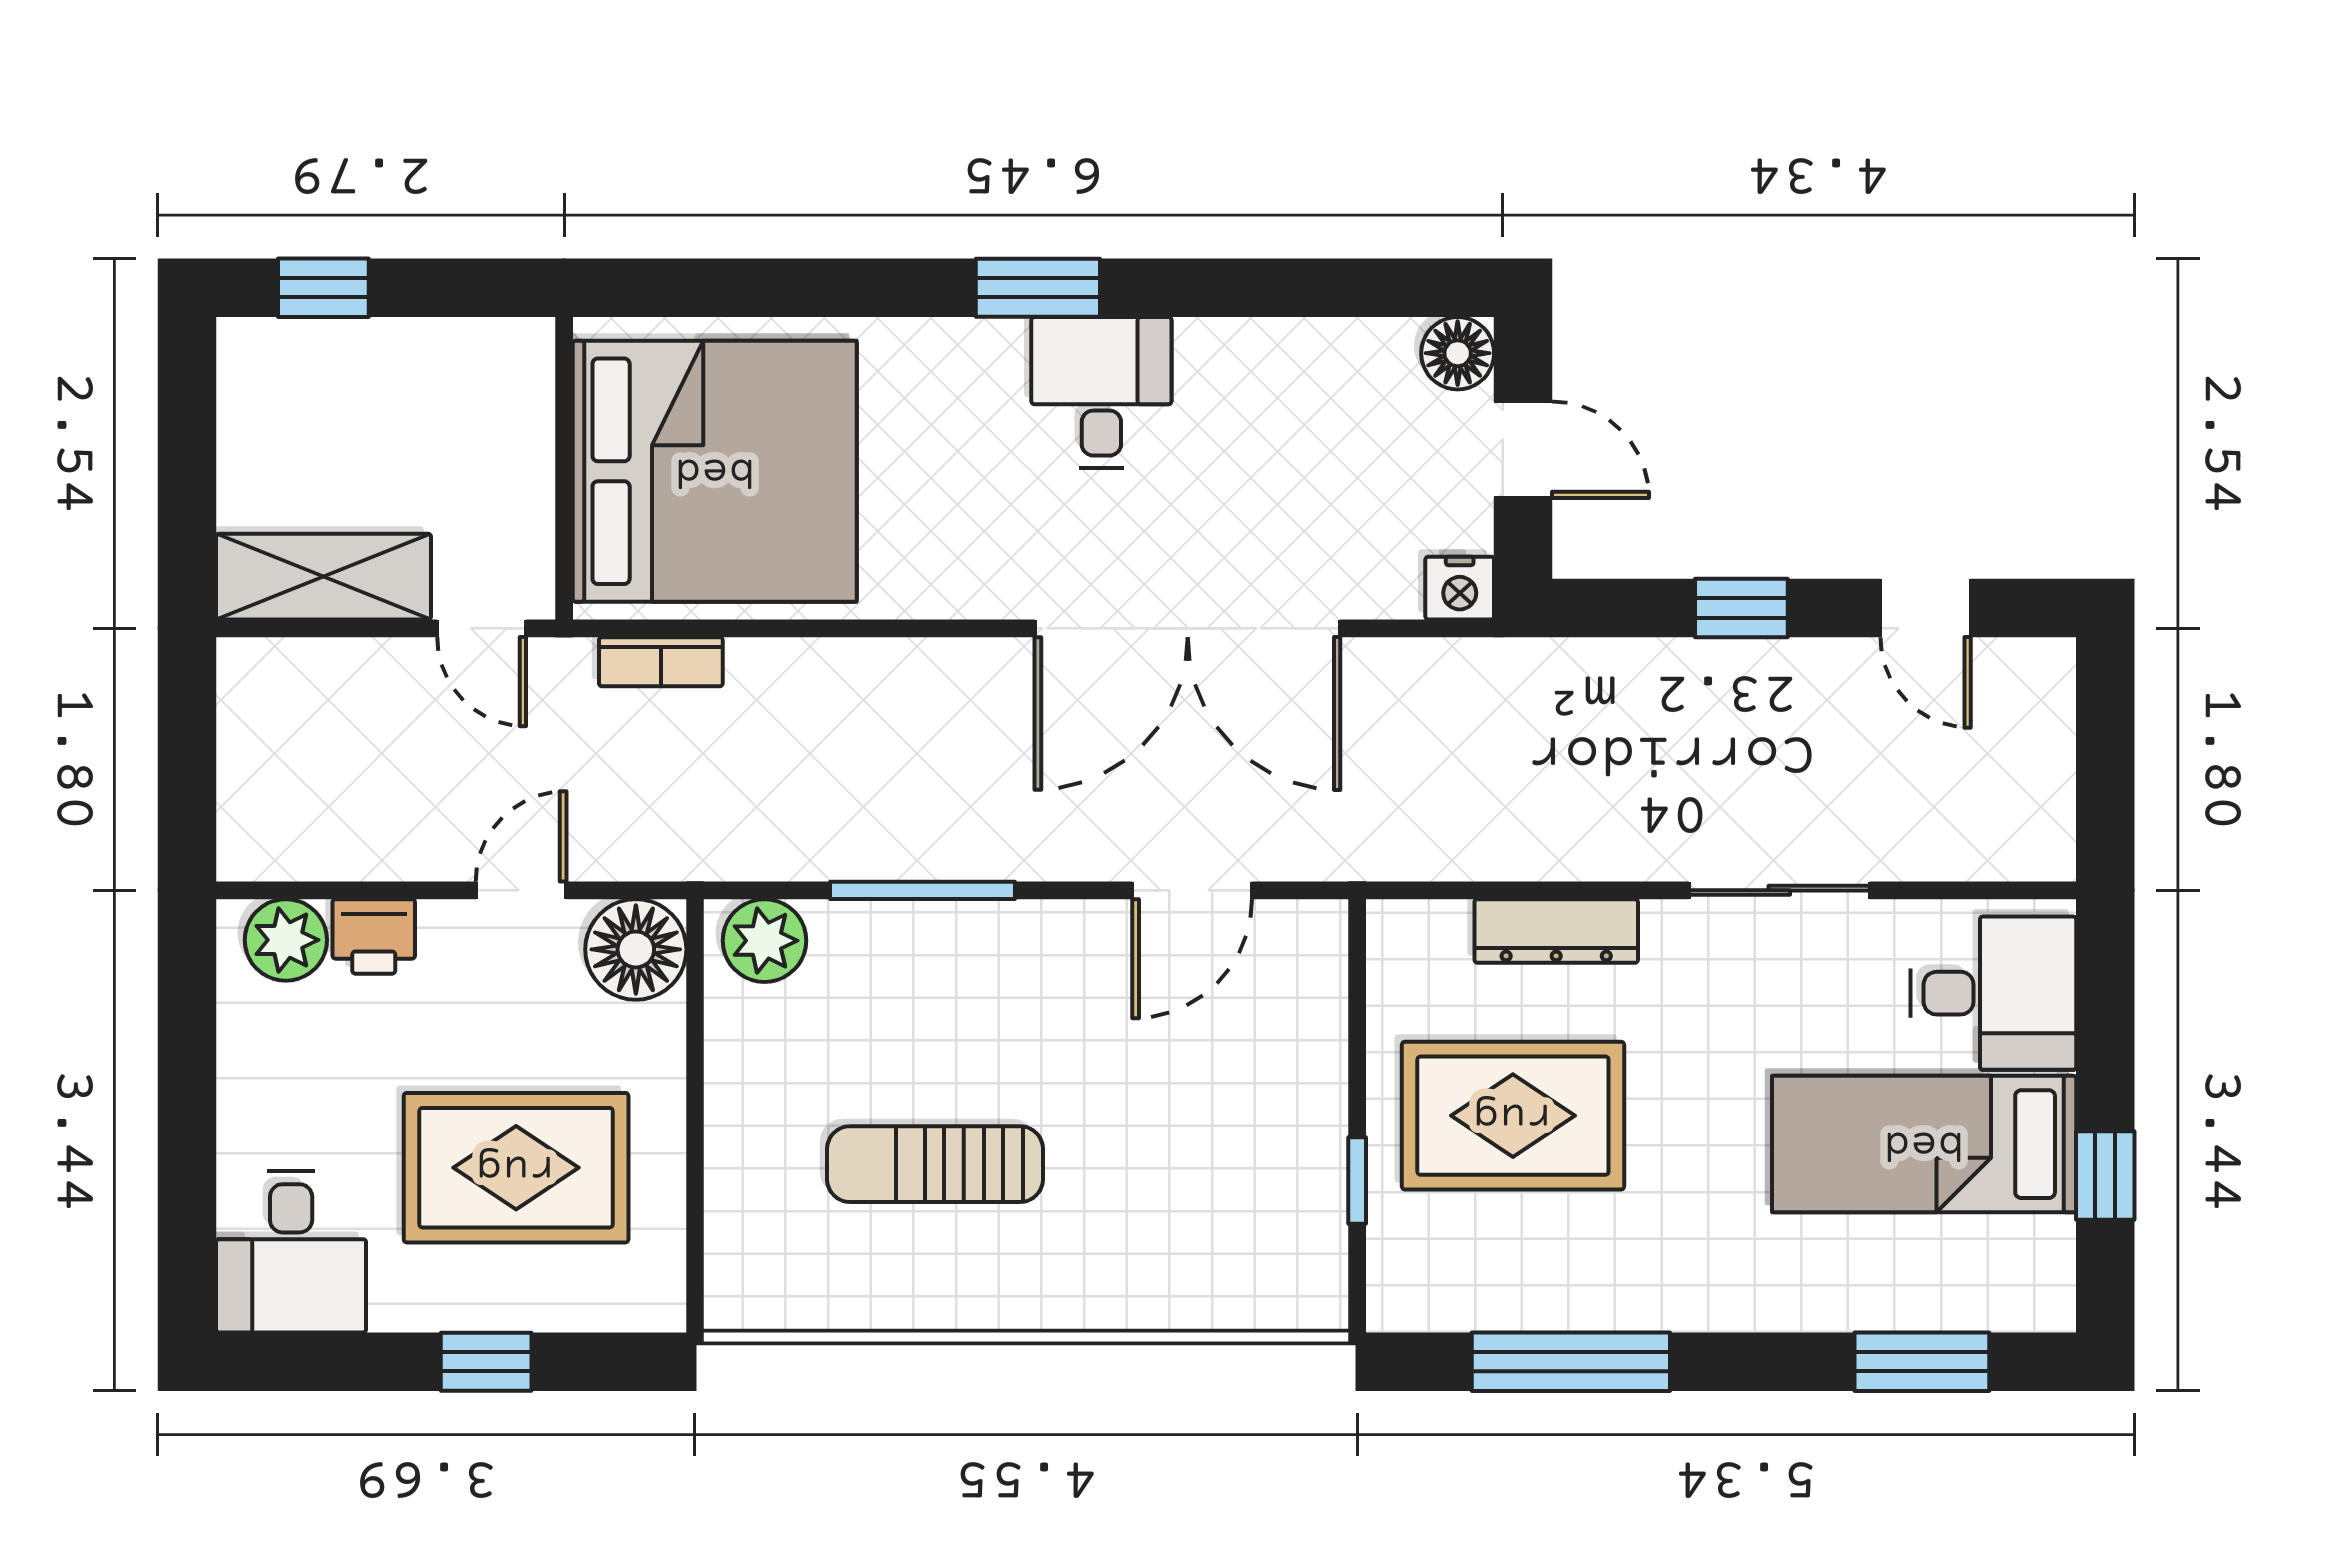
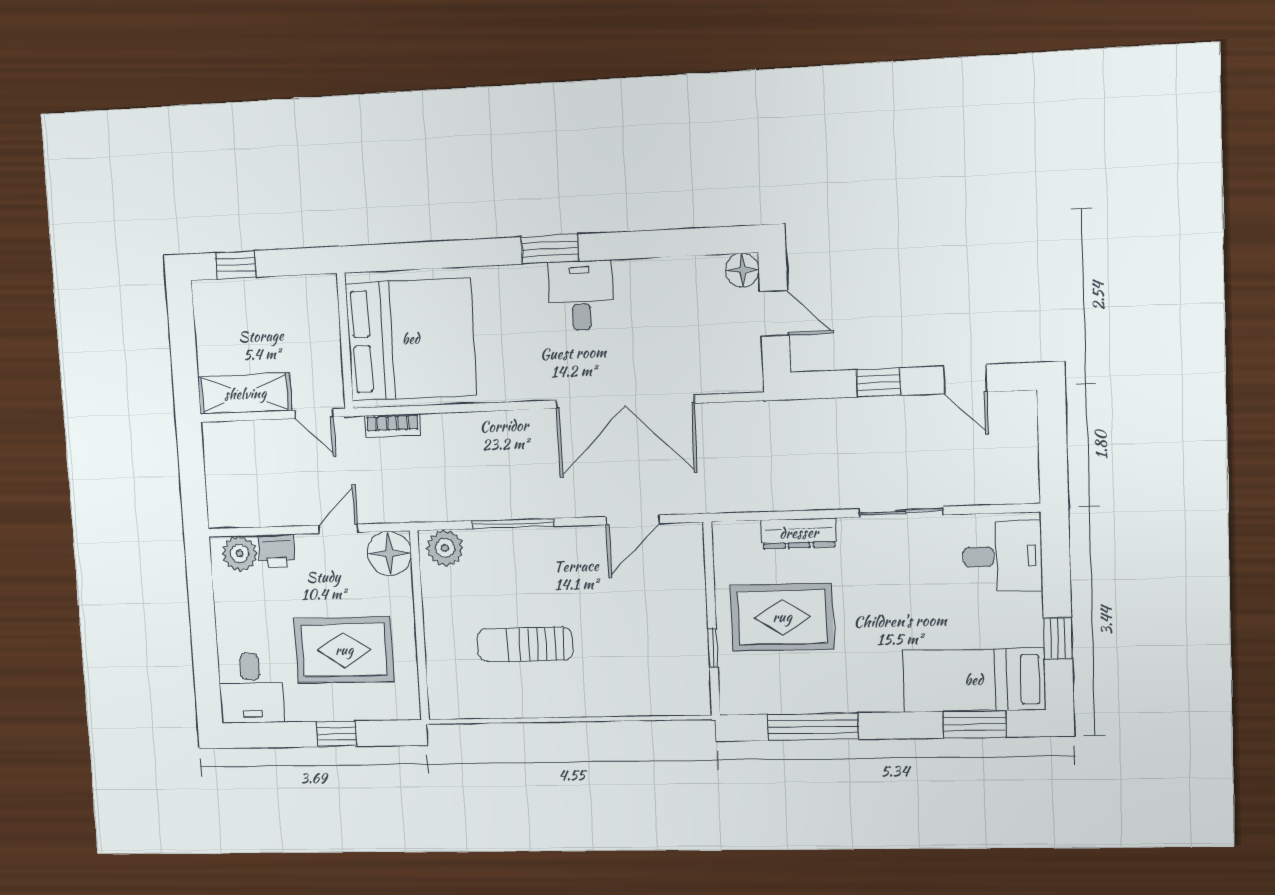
nightstand: (1460, 588) -> (748, 378), removed
bed: (1924, 1144) -> (974, 680), moved

